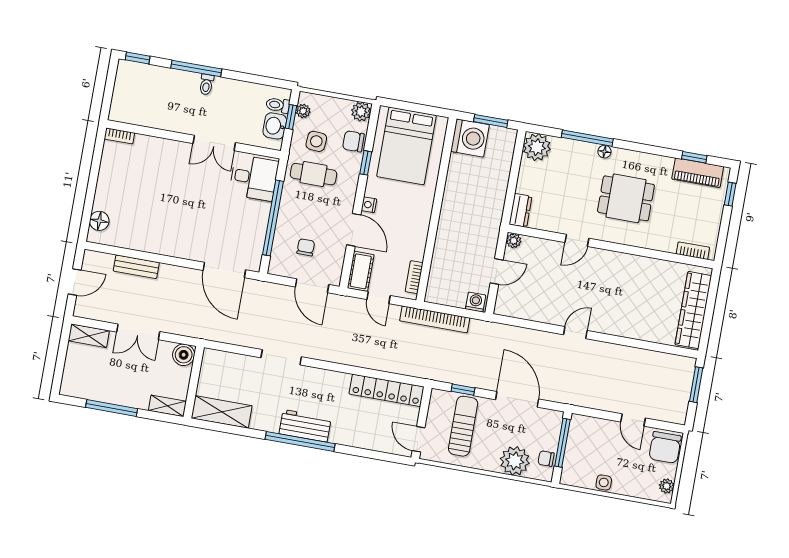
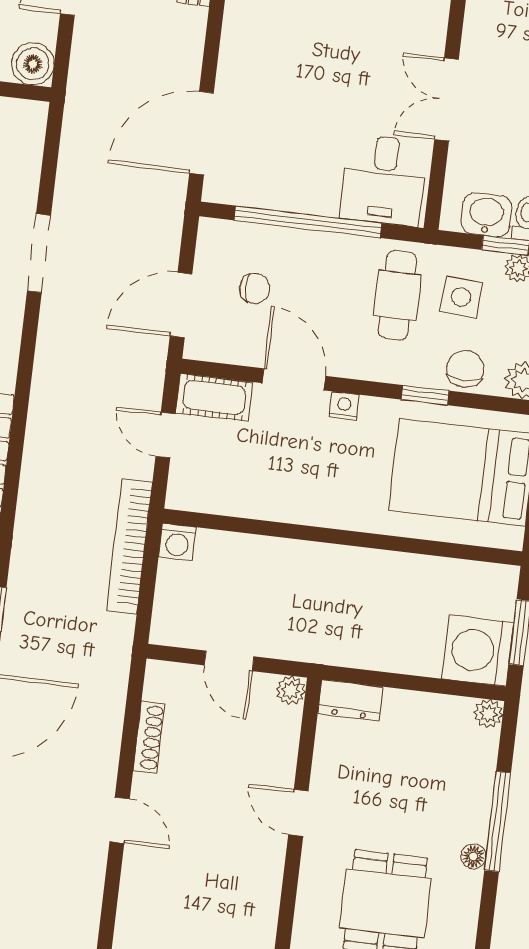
washing machine: (470, 138) -> (478, 651), moved, turned 90
plant: (537, 147) -> (488, 714), width x0.53, depth x0.53
door: (354, 230) -> (294, 379), swing flipped
bookcase: (414, 277) -> (209, 502), removed
door: (379, 298) -> (166, 435), hinge flipped
washing machine: (476, 302) -> (177, 542), moved, turned 90
shoe rack: (534, 315) -> (149, 737), added

